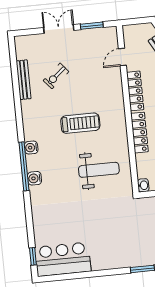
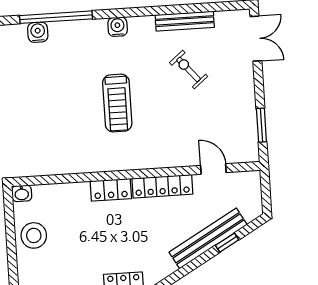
double door: (59, 29) -> (256, 39), moved
locker: (140, 133) -> (111, 190), width x0.66
water cooler: (31, 148) -> (118, 27), moved
weight bench: (99, 170) -> (47, 128), removed

